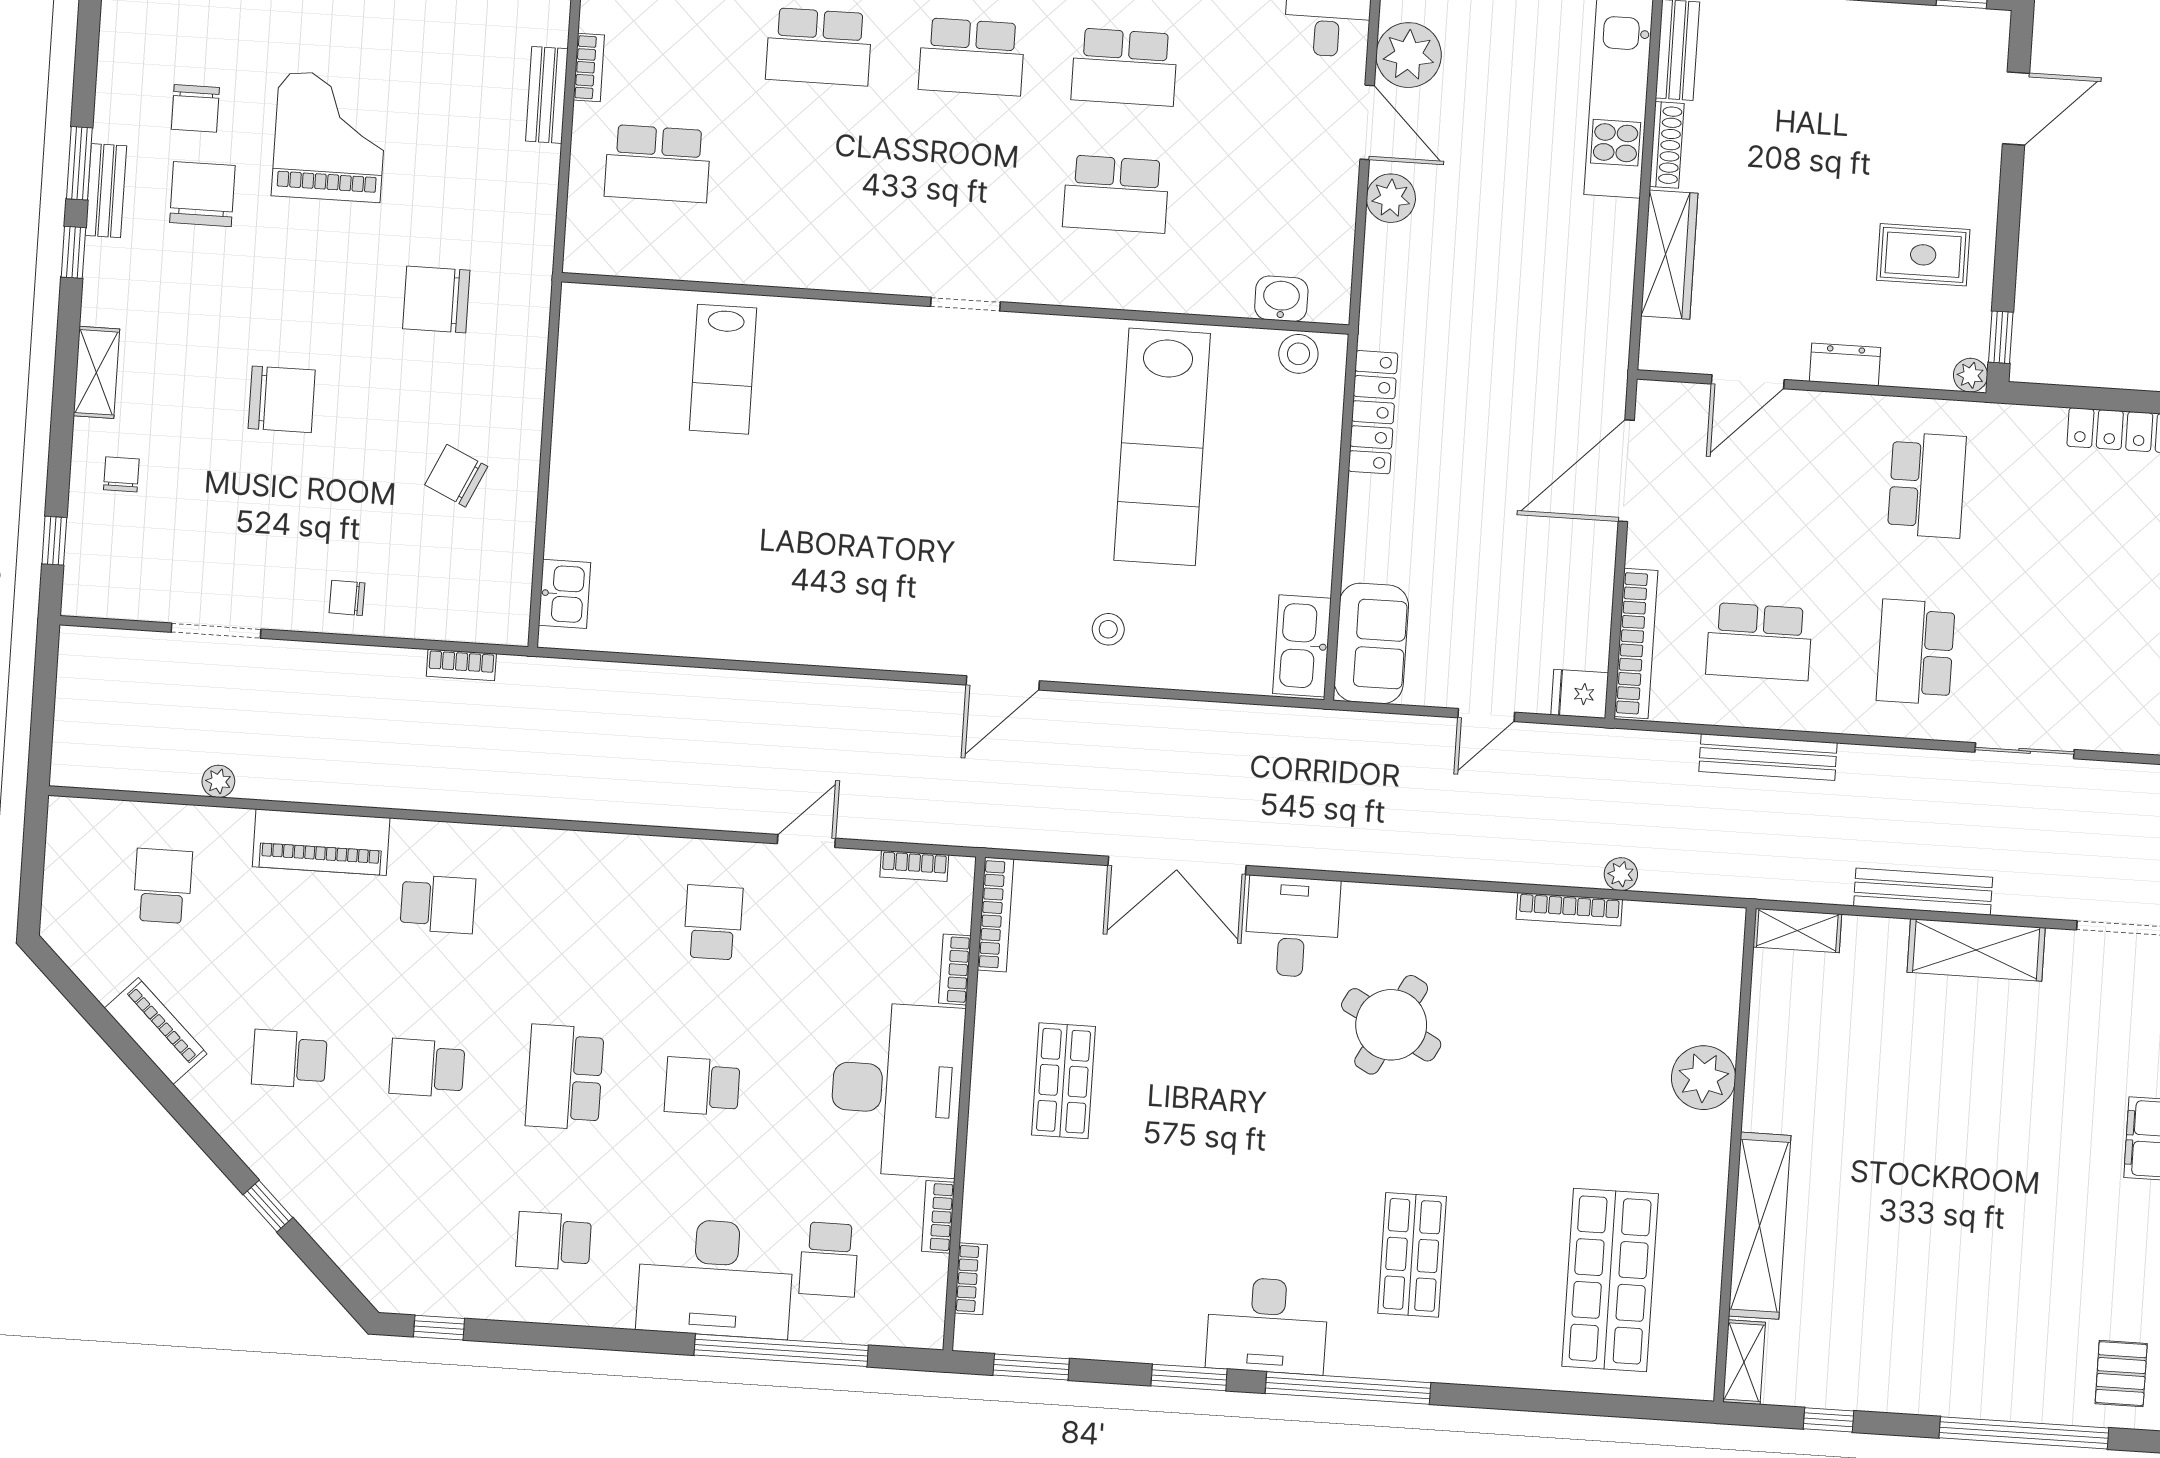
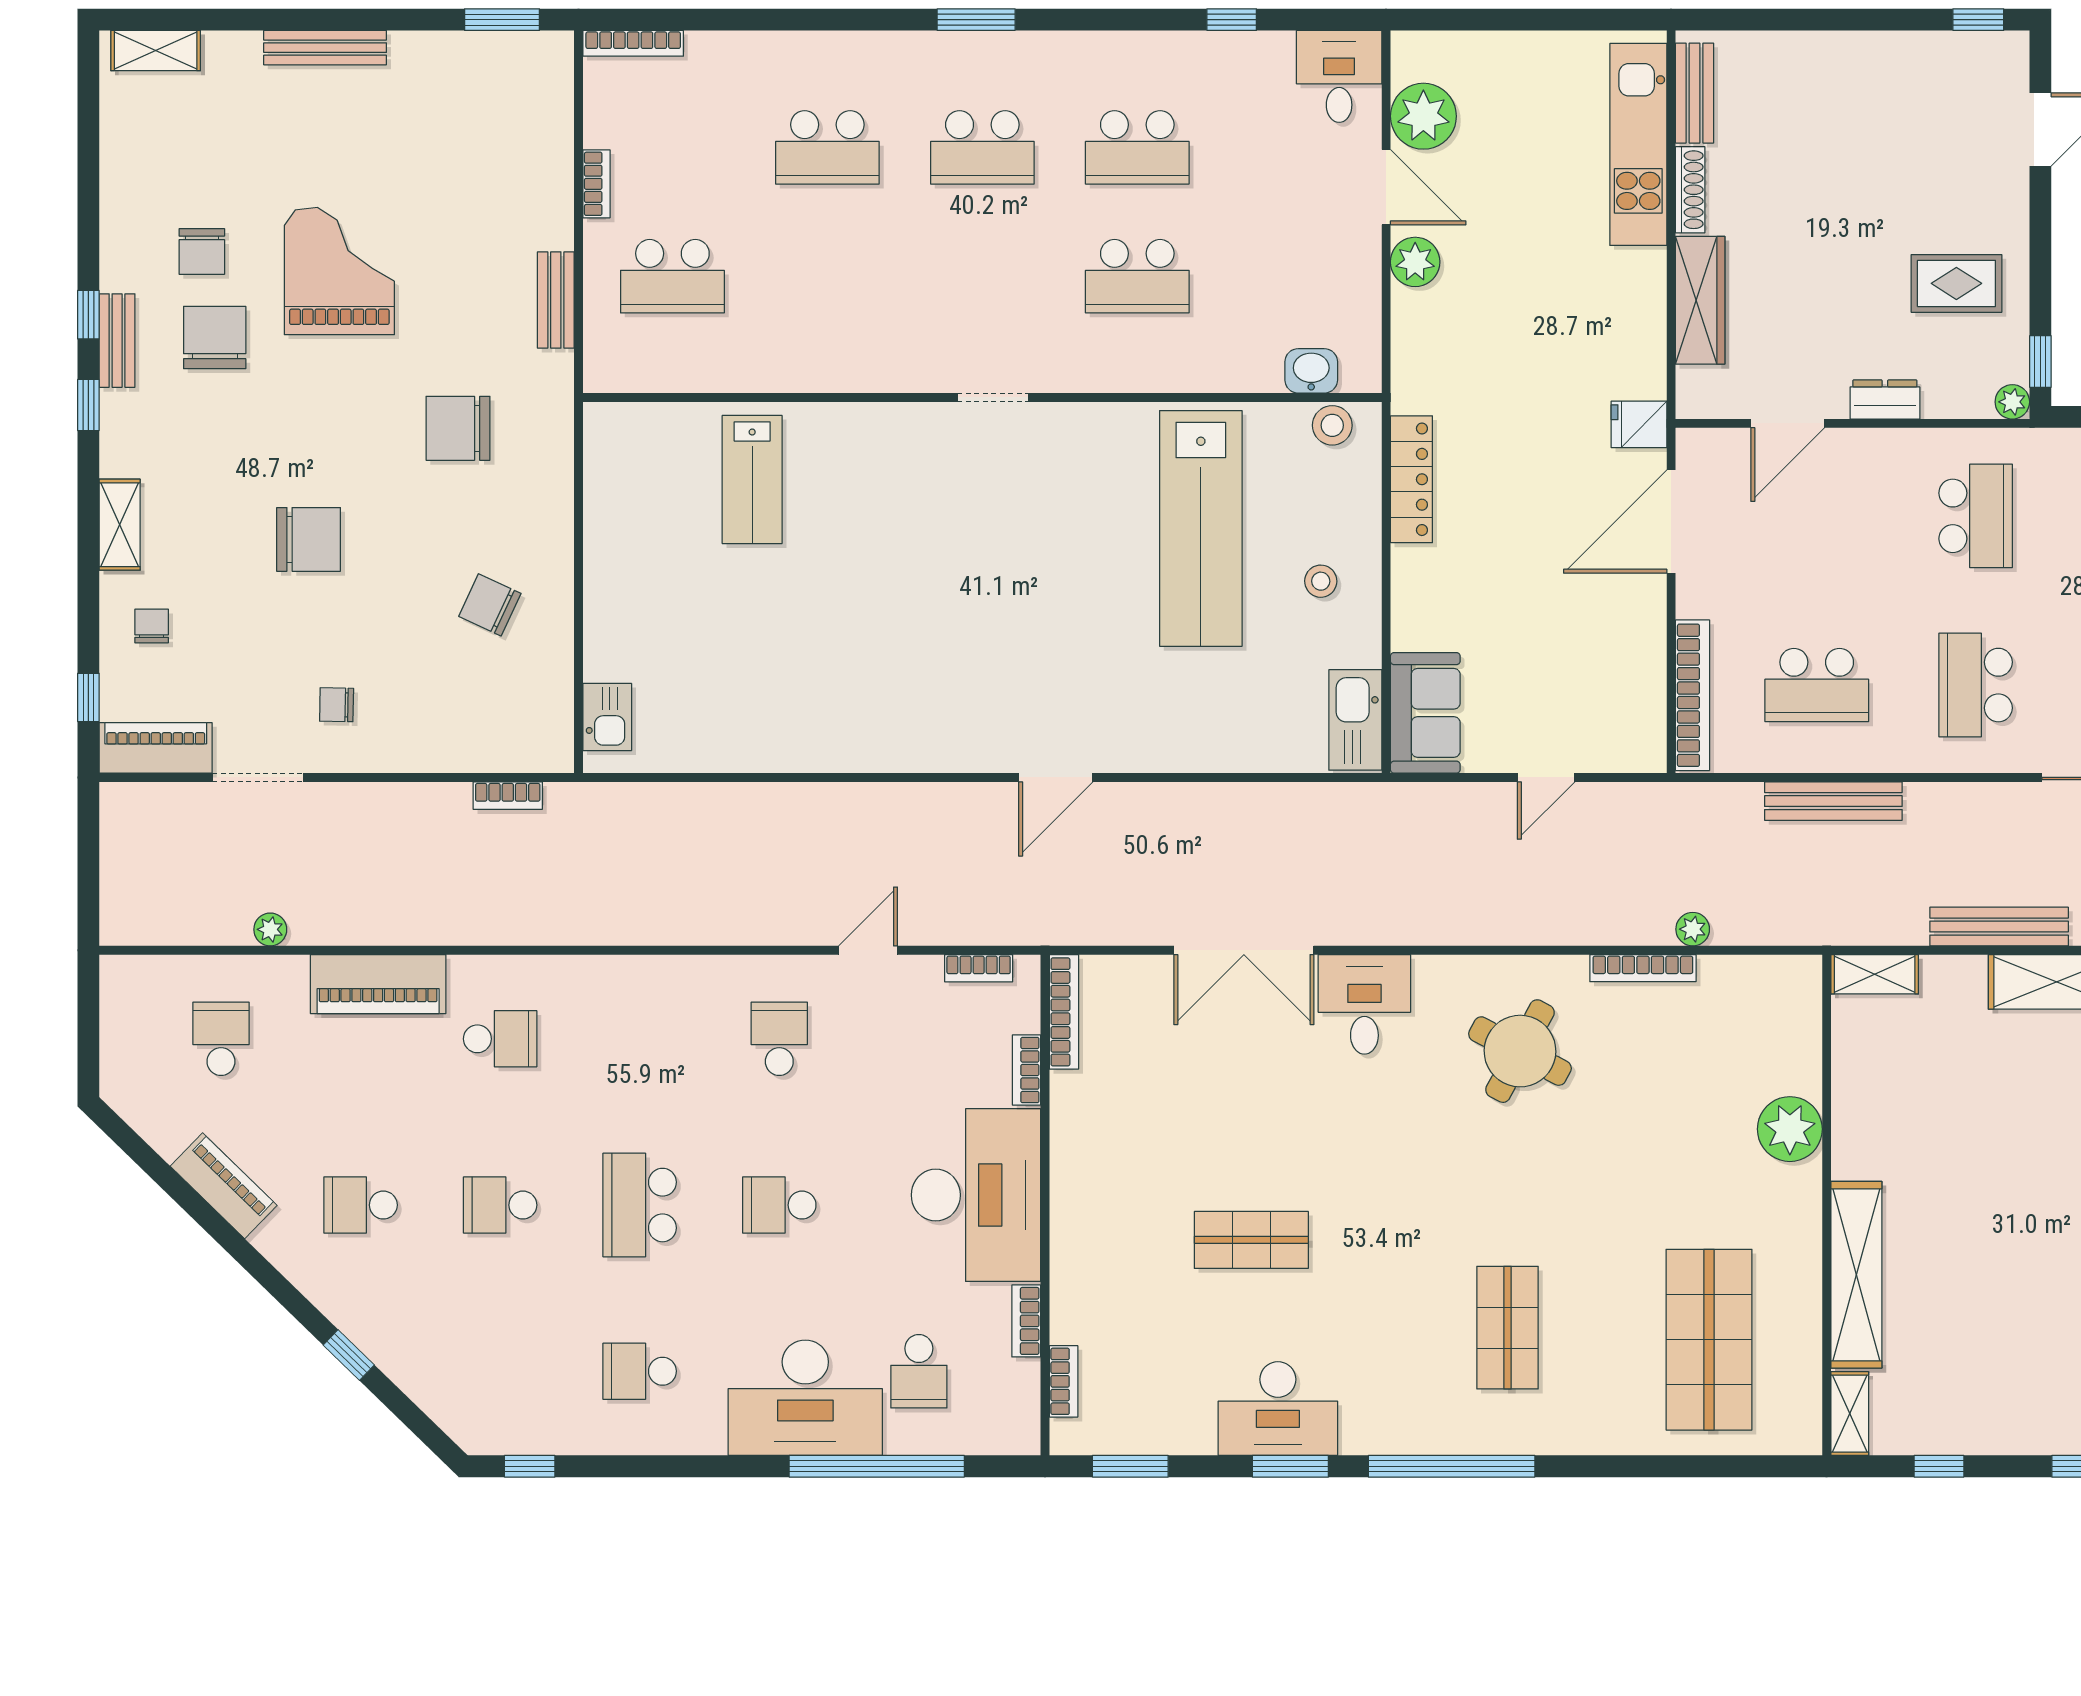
bench: (547, 95) -> (556, 300), moved
window: (79, 163) -> (88, 315), width x0.67
piano: (117, 595) -> (156, 748), added
chair: (347, 598) -> (337, 705), moved
stool: (1108, 629) -> (1321, 581), moved
fridge: (1580, 694) -> (1639, 424), moved
round table: (1391, 1025) -> (1520, 1051), moved
shop shelf: (1063, 1081) -> (1251, 1240), moved, turned 90
desk: (1267, 1325) -> (1278, 1409), moved

